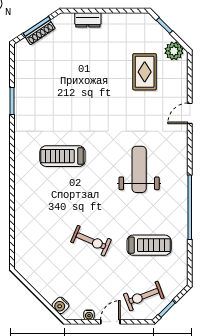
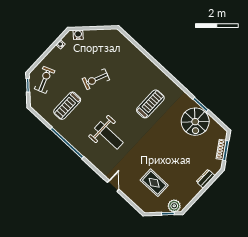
plant: (174, 51) -> (174, 206), moved
spiral stairs: (36, 89) -> (195, 122), added
door: (110, 322) -> (47, 52), removed

